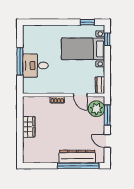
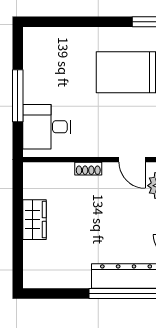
desk: (35, 66) -> (47, 127), moved

